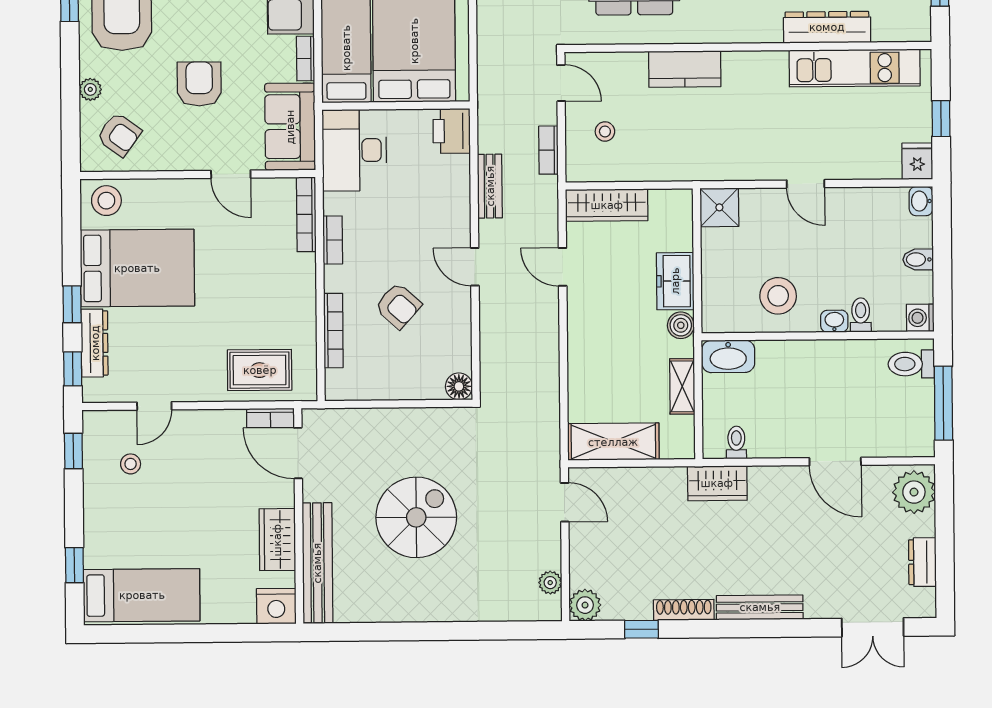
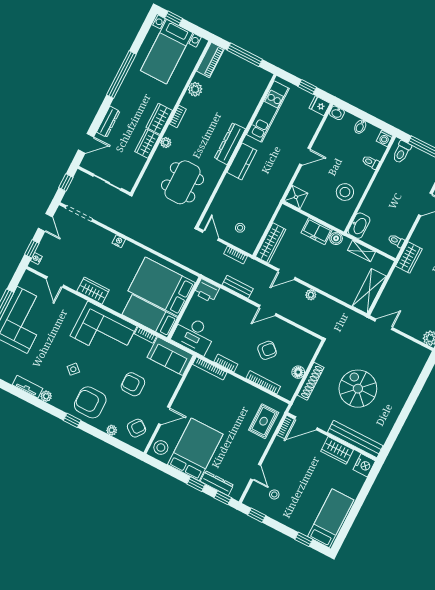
dresser: (827, 27) -> (230, 144), moved
kitchen counter: (685, 69) -> (242, 161), moved
door: (561, 83) -> (211, 235), hinge flipped
door: (231, 174) -> (164, 416), moved
washbasin: (834, 321) -> (368, 174), removed
floor lamp: (459, 386) -> (298, 372), moved
shoe rack: (383, 420) -> (311, 381), added
plant: (550, 583) -> (311, 295), moved

